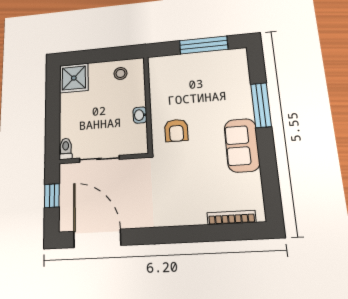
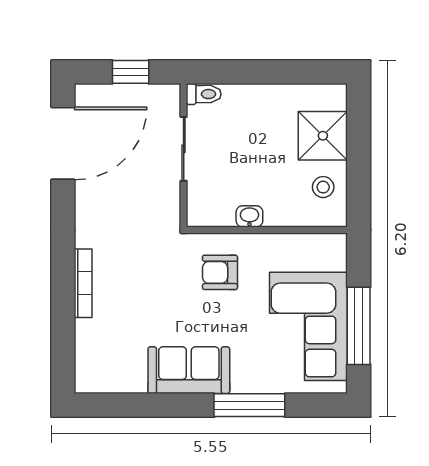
corner sofa: (206, 74) -> (308, 326), added
shower: (74, 78) -> (323, 136), moved
bookcase: (231, 218) -> (83, 283), moved

